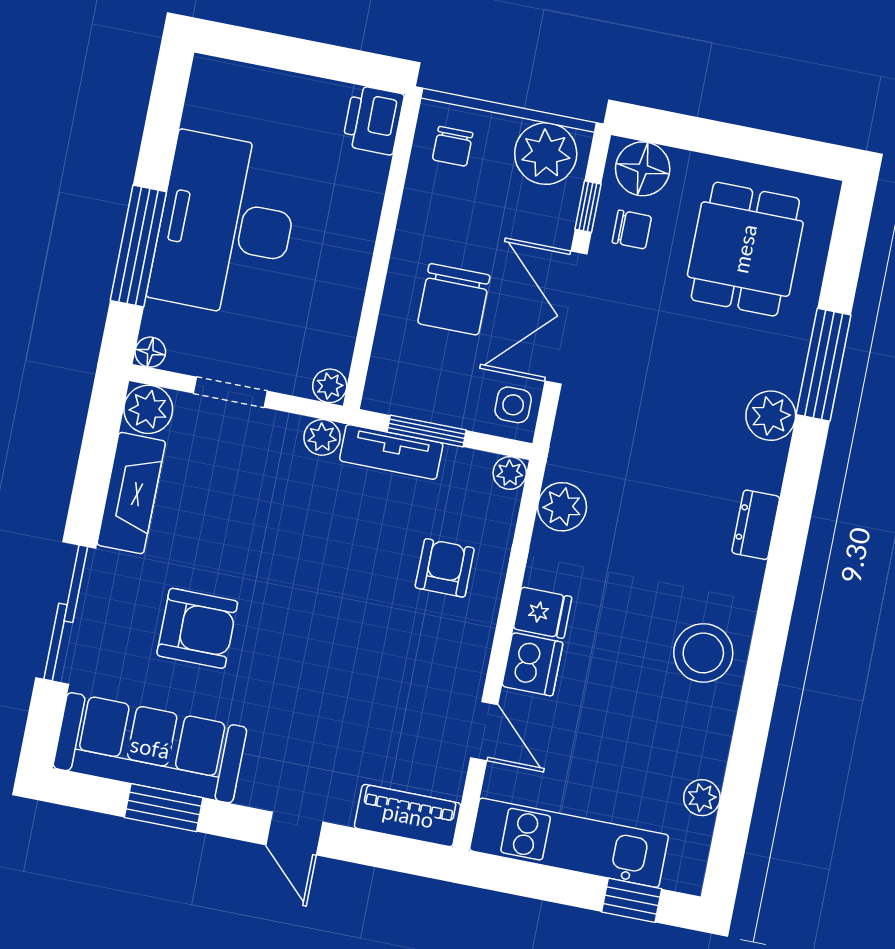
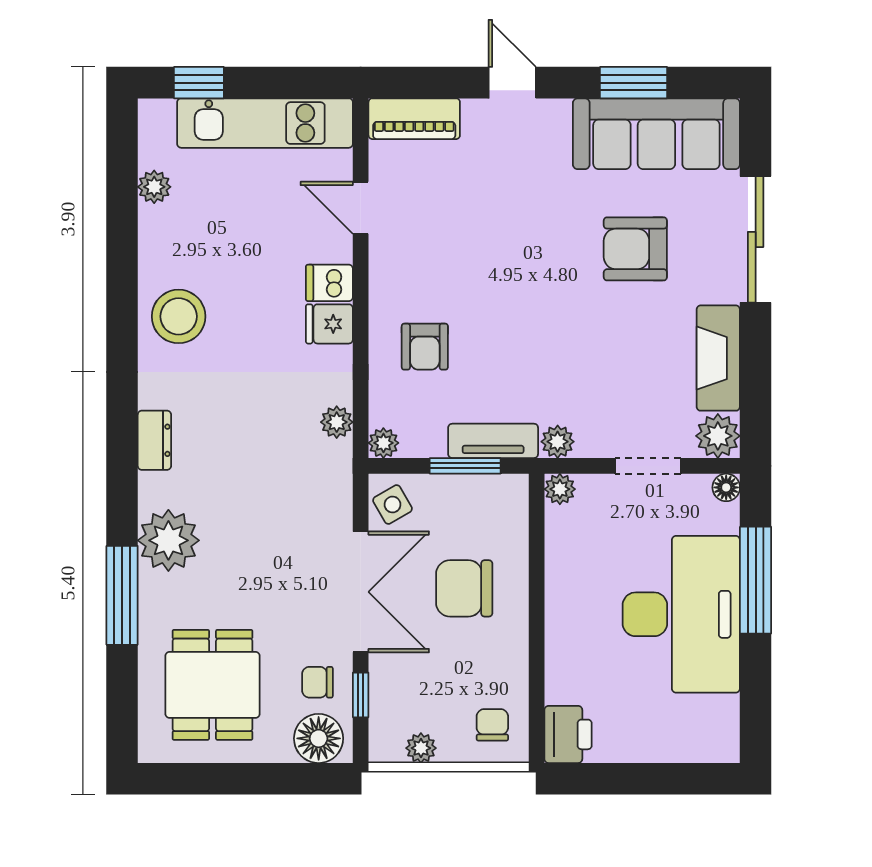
plant: (546, 154) -> (421, 748), width x0.53, depth x0.53
chair: (454, 299) -> (464, 588), turned -90
side table: (513, 405) -> (393, 505), turned -30
plant: (771, 416) -> (168, 540), width x1.36, depth x1.36
plant: (562, 507) -> (337, 422), width x0.73, depth x0.73
dishwasher: (532, 664) -> (329, 283), width x0.73

